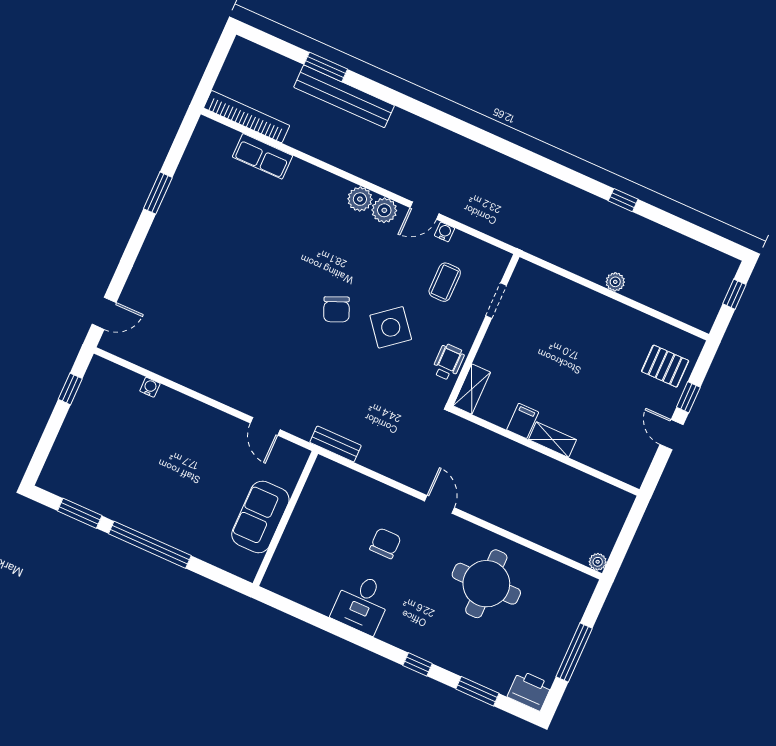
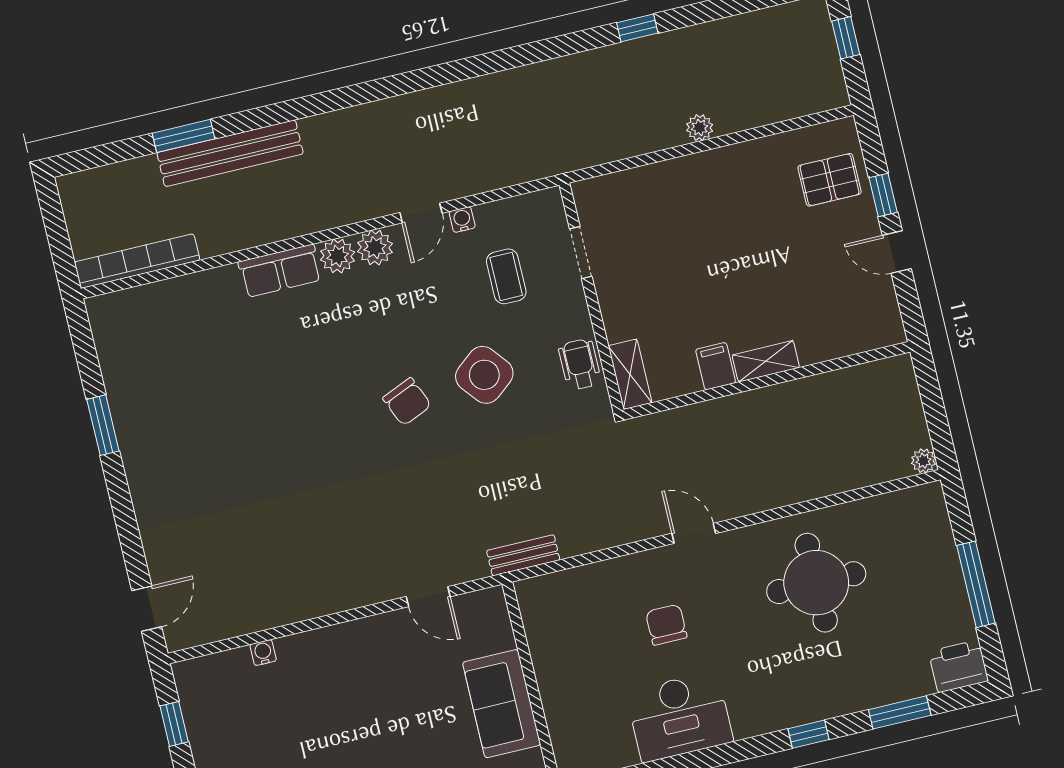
row of seats: (262, 156) -> (280, 271), moved
desk: (362, 603) -> (679, 717), width x1.37

